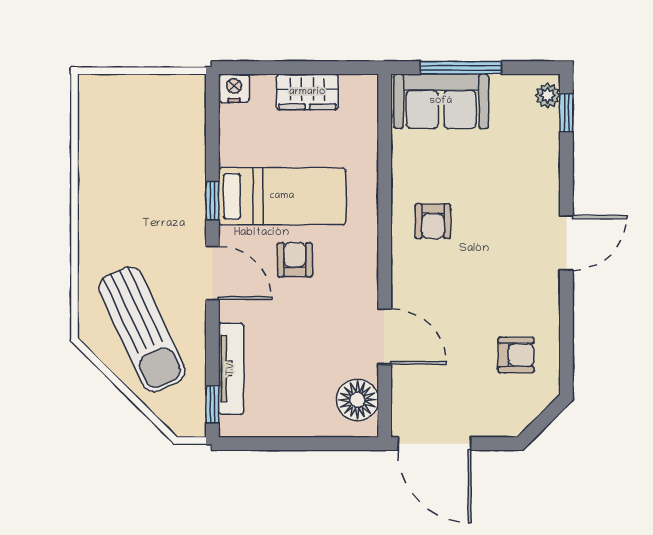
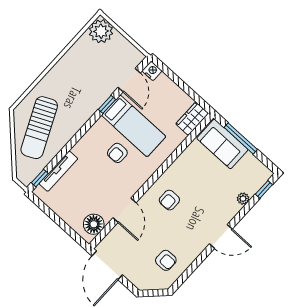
wardrobe: (307, 92) -> (192, 119), moved, turned 90
plant: (548, 96) -> (243, 199), moved
plant: (102, 99) -> (101, 31), added
armchair: (433, 221) -> (169, 200), moved
armchair: (295, 260) -> (117, 153), turned 180
door: (212, 273) -> (129, 80), moved

